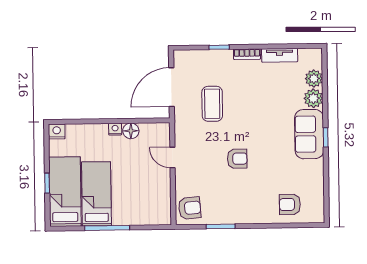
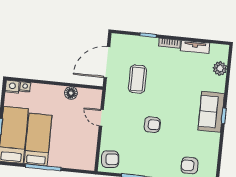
plant: (313, 98) -> (218, 84), removed
nightstand: (115, 129) -> (25, 87), moved

